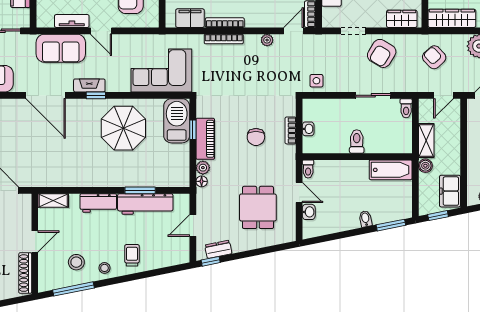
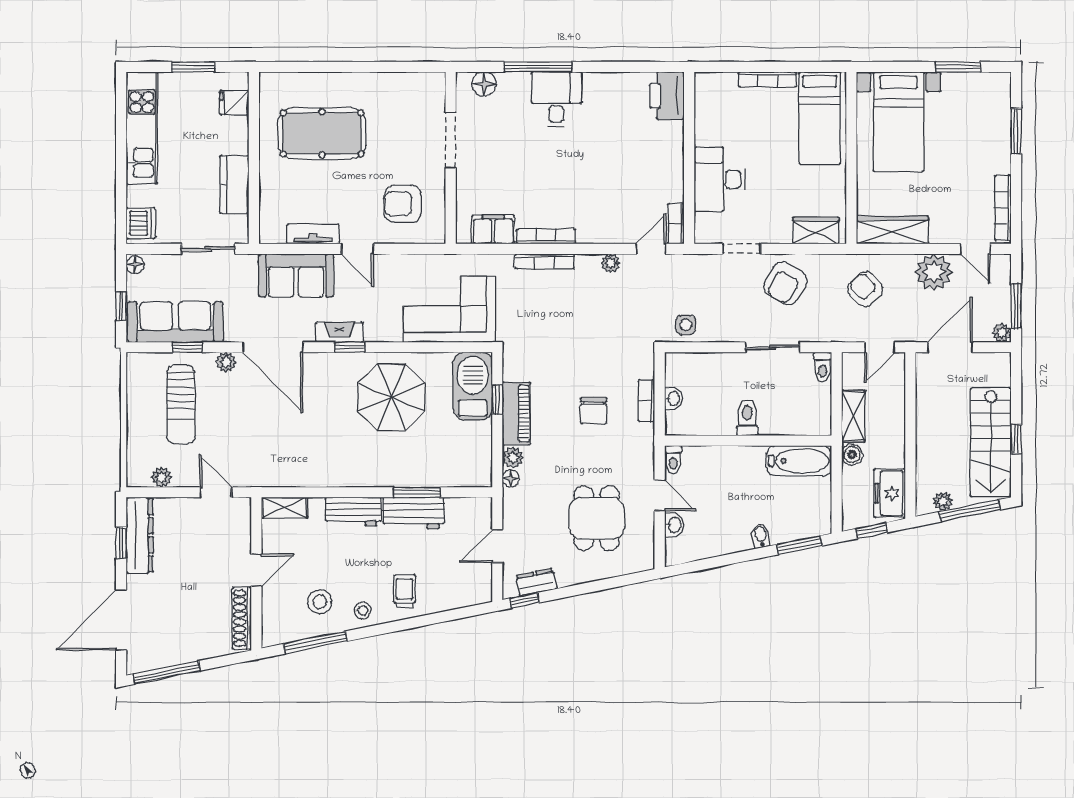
plant: (15, 105) -> (226, 362), added
workbench: (145, 204) -> (413, 513), width x0.73

